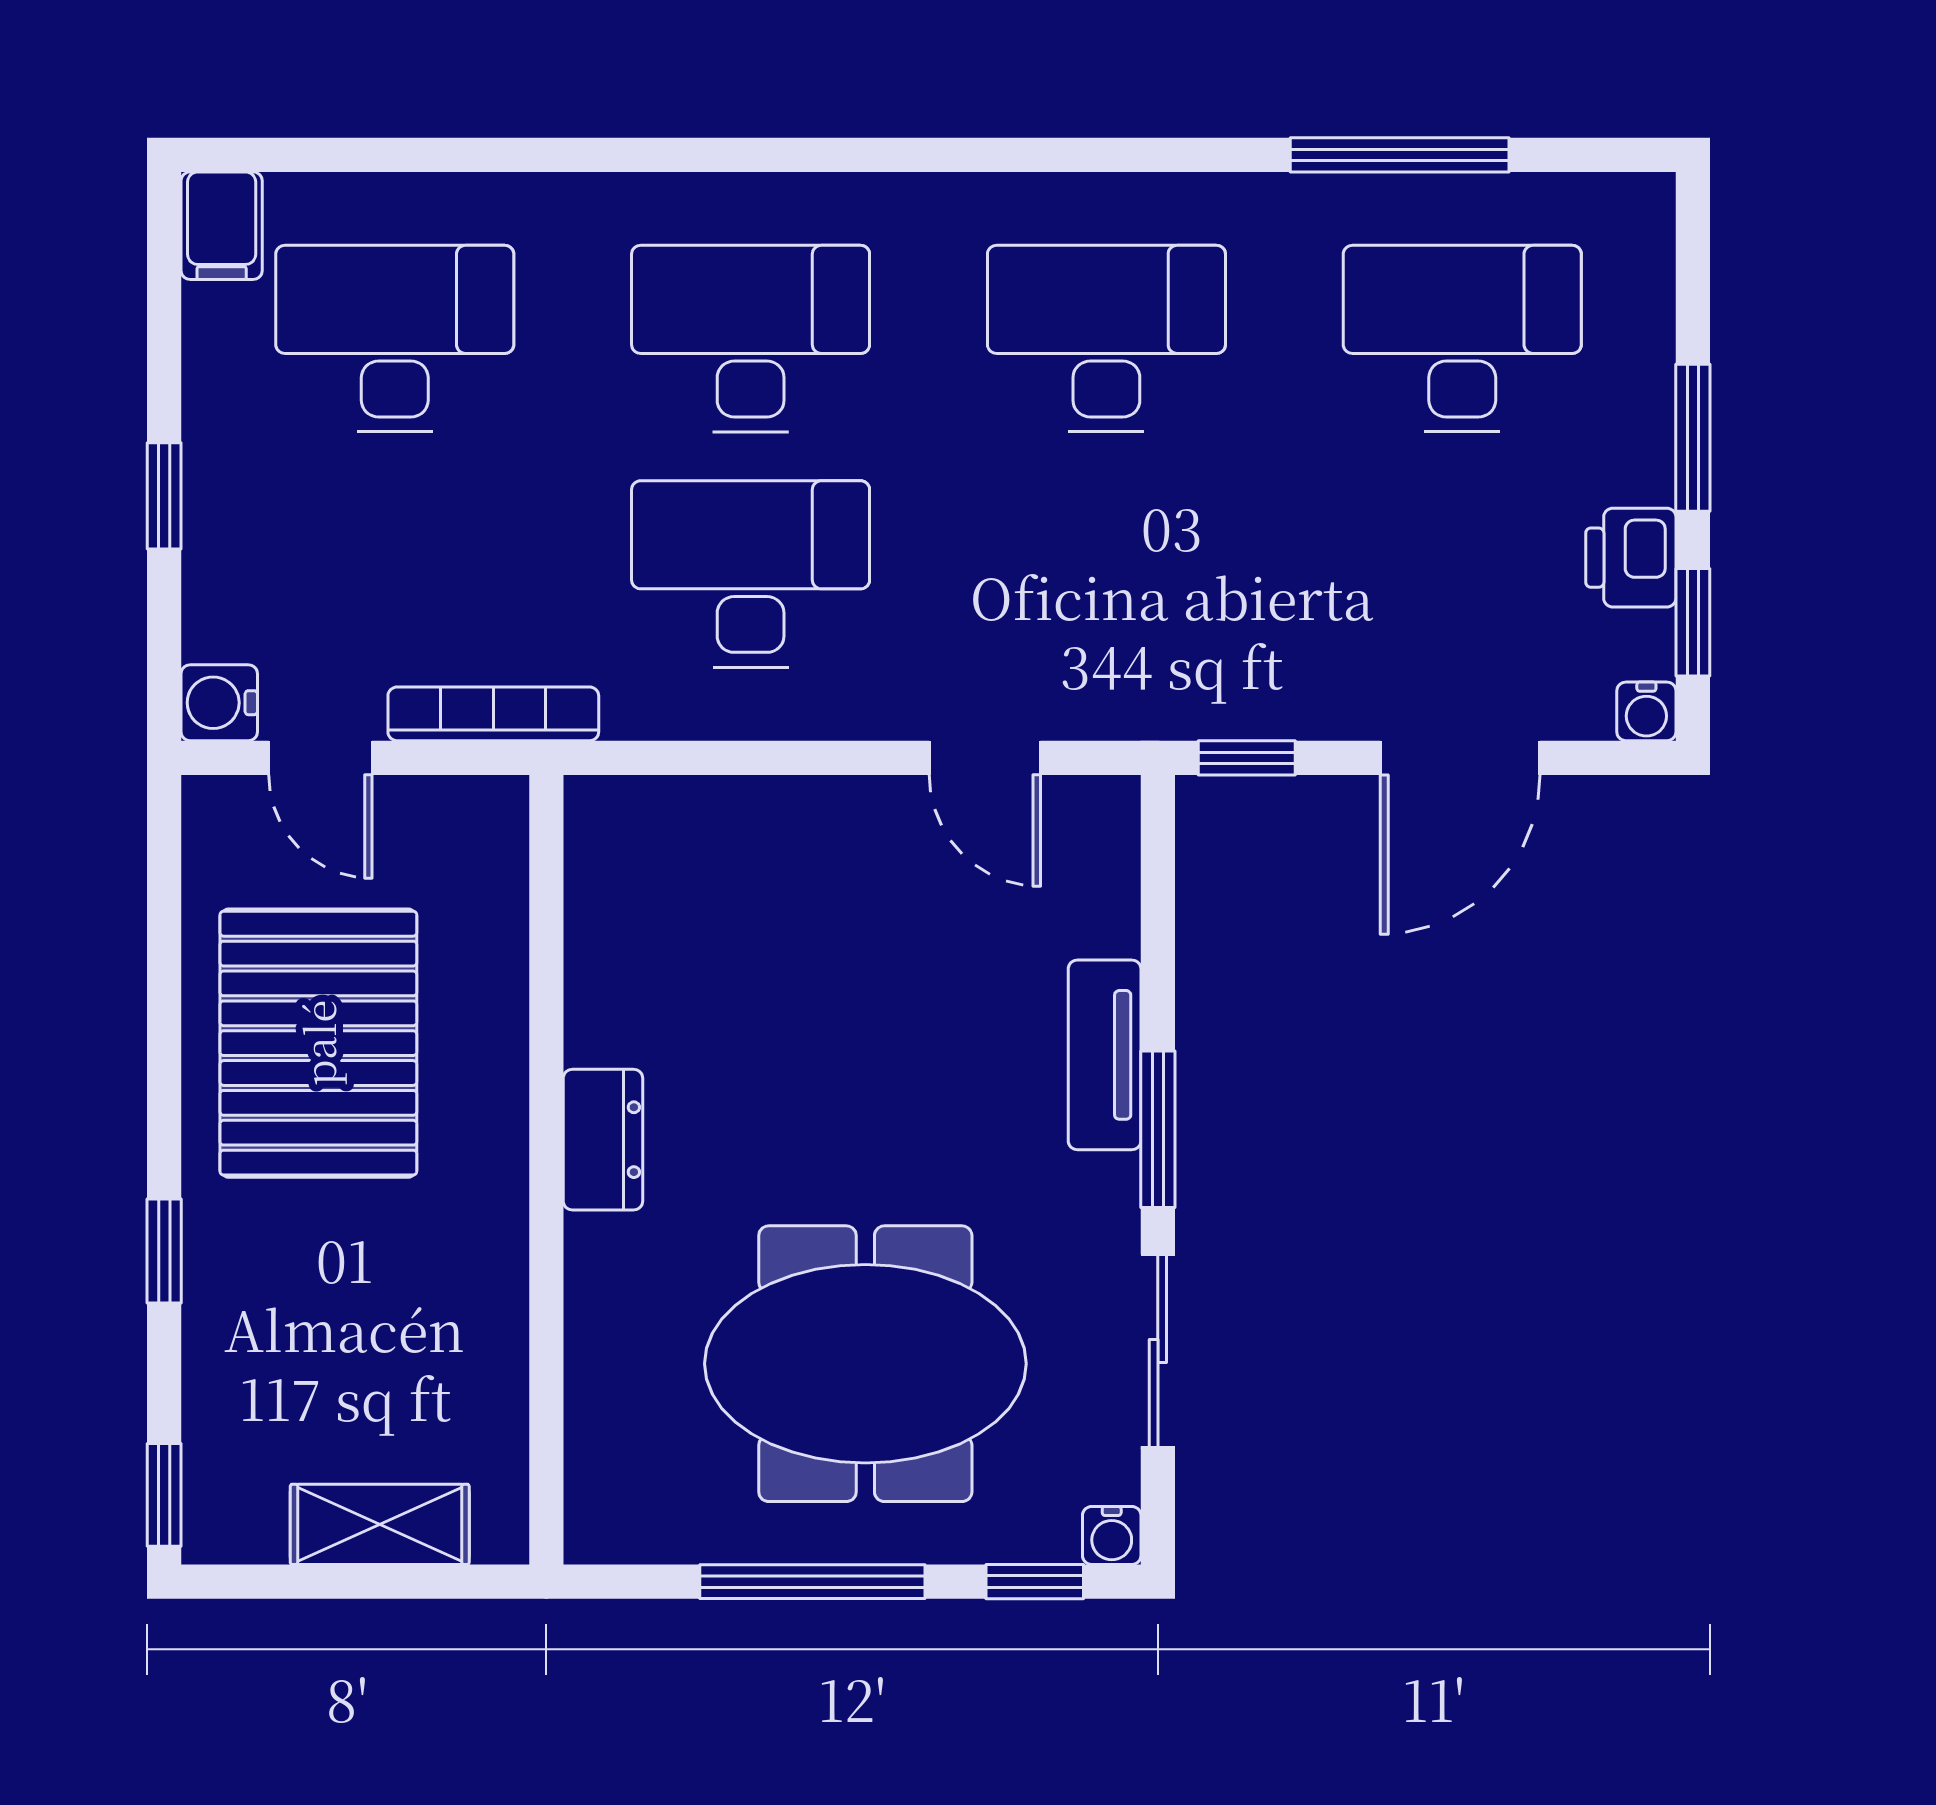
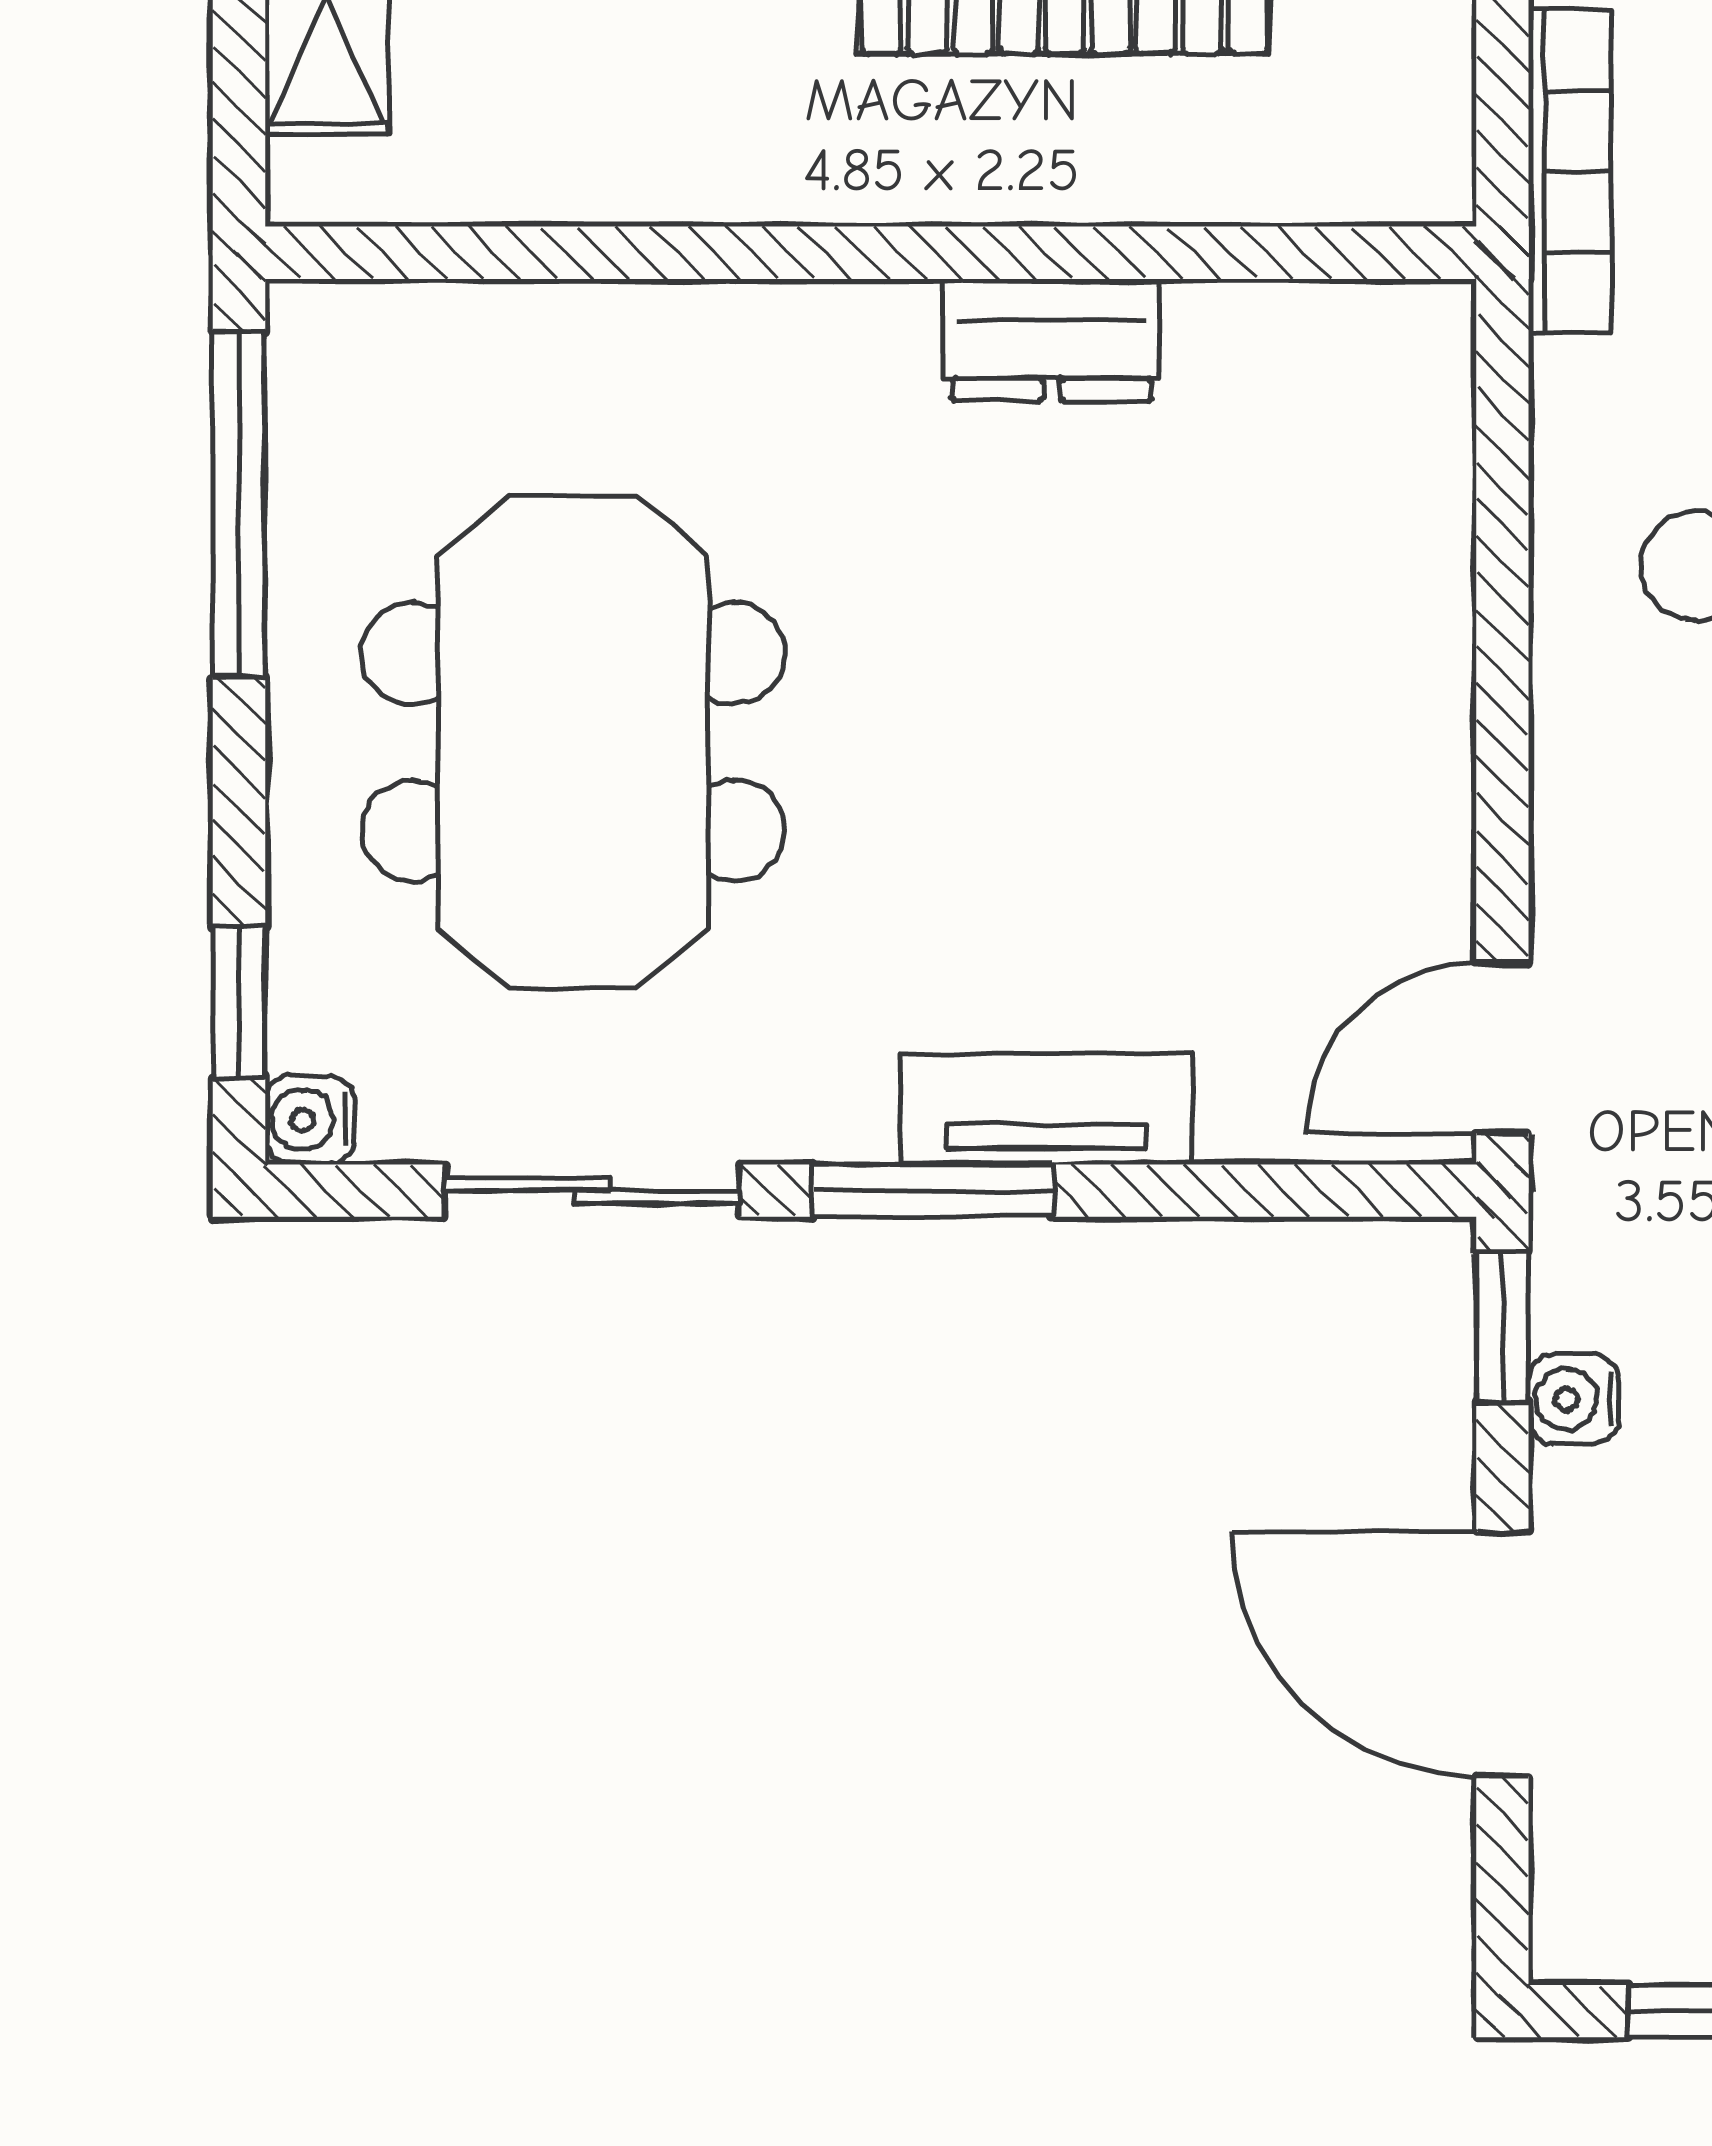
water cooler: (1646, 711) -> (1574, 1399), moved
door: (985, 758) -> (1502, 1048), moved
dresser: (603, 1140) -> (1051, 340), moved
window: (812, 1582) -> (239, 504), moved

